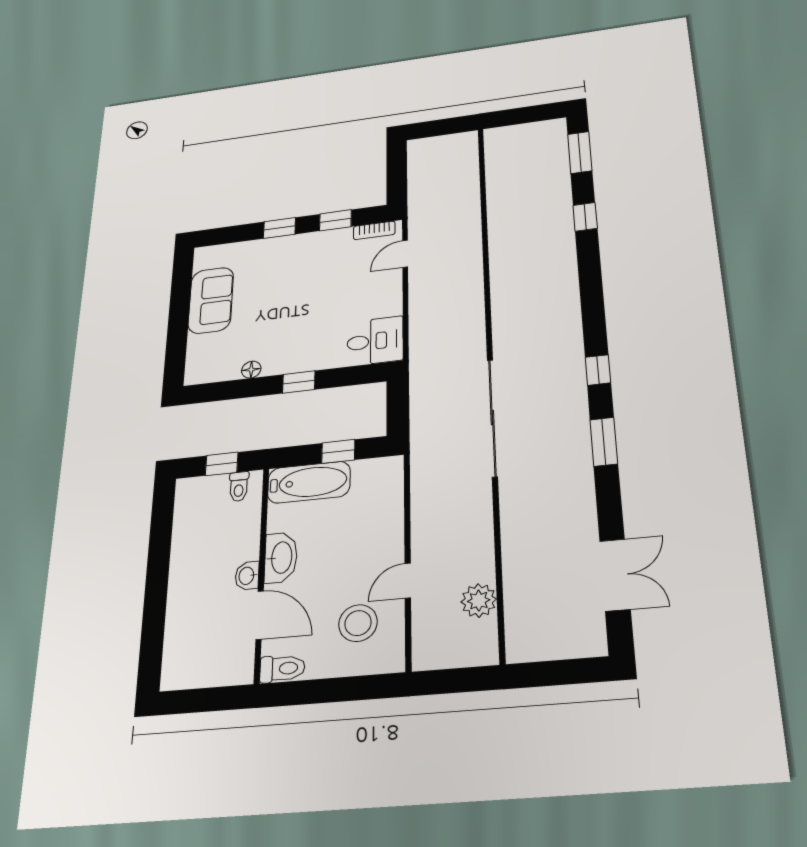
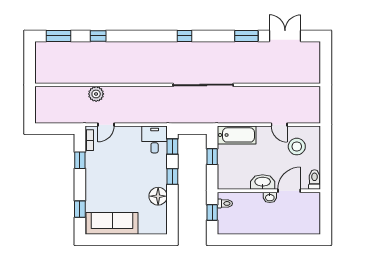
window: (279, 228) -> (80, 209), moved
door: (405, 254) -> (106, 125), hinge flipped
sofa: (211, 300) -> (112, 223), width x1.36
floor lamp: (251, 370) -> (158, 196), width x1.89, depth x1.89
window: (361, 375) -> (172, 146), added
window: (604, 442) -> (246, 36), moved
bathtub: (309, 482) -> (237, 135), moved, turned 90
plant: (479, 601) -> (96, 94), moved

